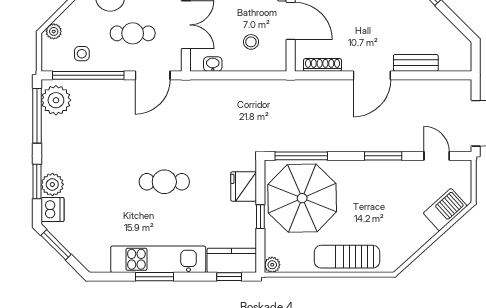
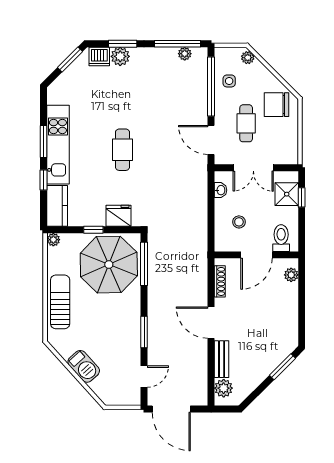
plant: (451, 60) -> (224, 388), added
plant: (56, 100) -> (185, 54), width x0.53, depth x0.53
barbecue: (445, 210) -> (84, 366), moved
window: (229, 277) -> (43, 180), moved

